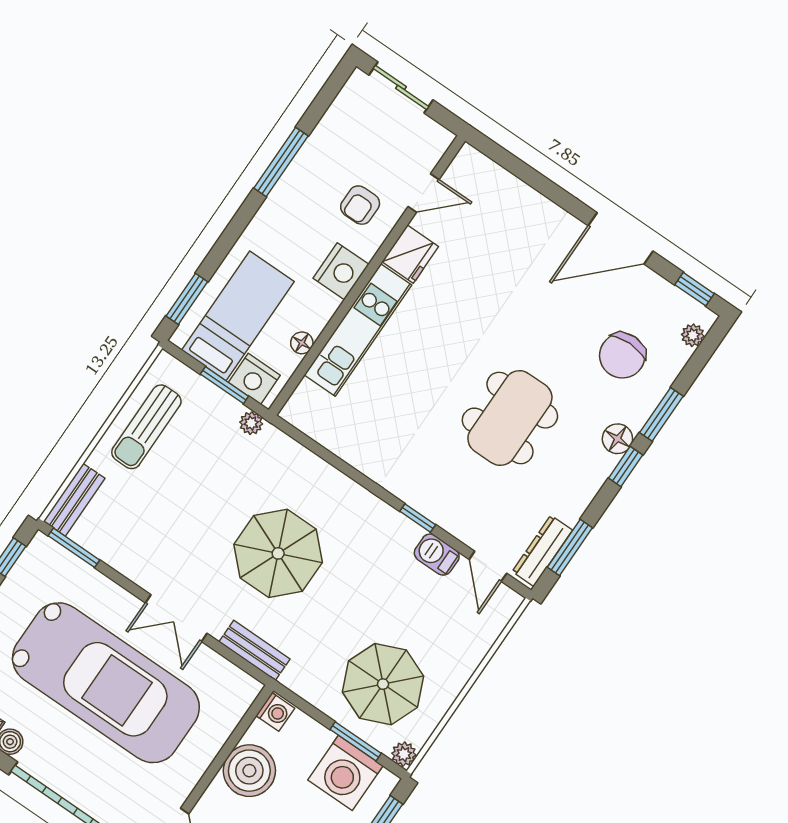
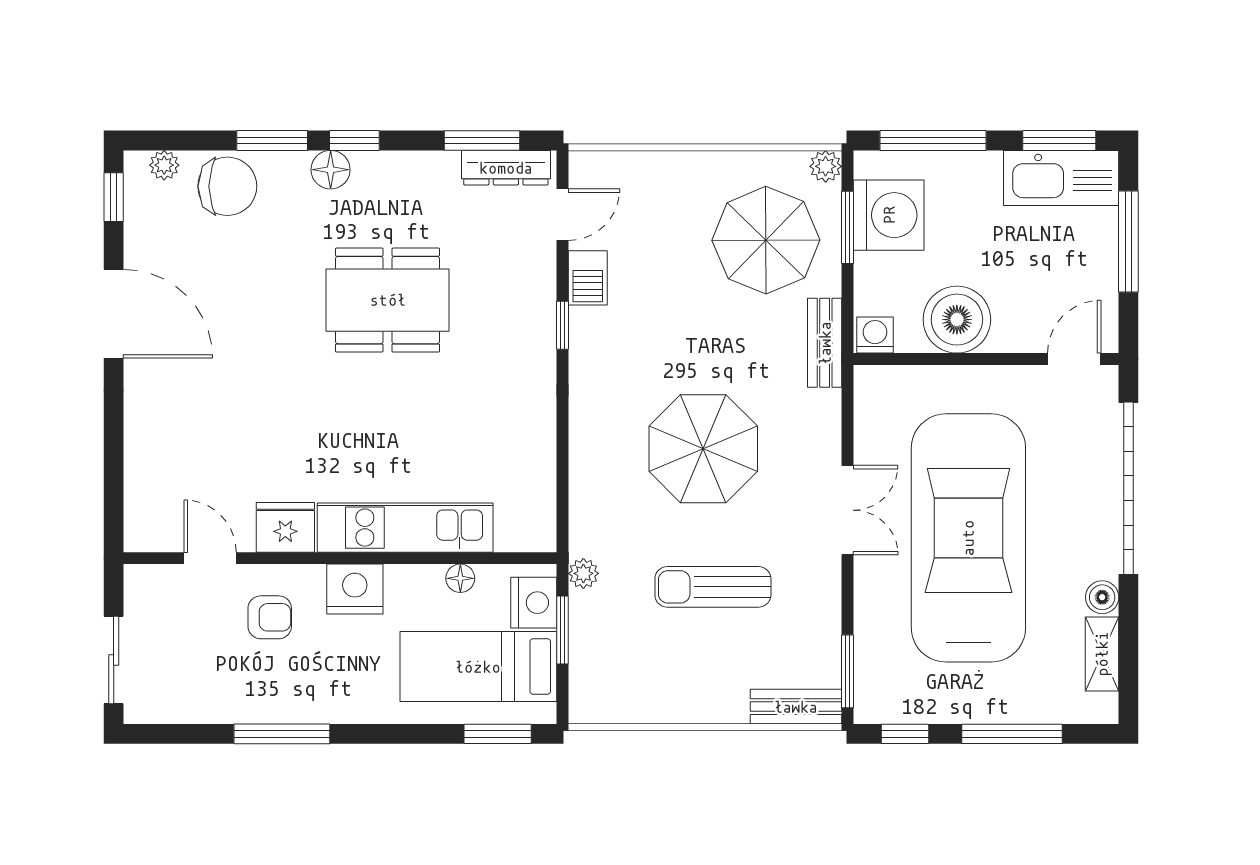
chair: (622, 356) -> (227, 186), moved
sun lounger: (146, 427) -> (713, 587), moved, turned 180
bench: (254, 650) -> (825, 343), moved

